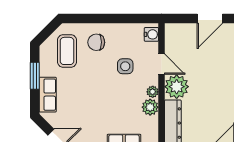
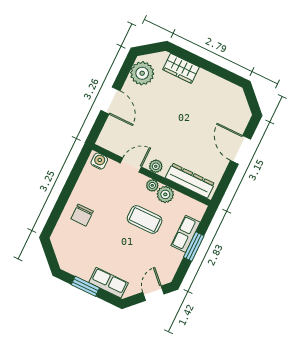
coffee table: (67, 51) -> (145, 220), moved
side table: (125, 66) -> (117, 199), removed
plant: (177, 87) -> (156, 166), width x0.53, depth x0.53

